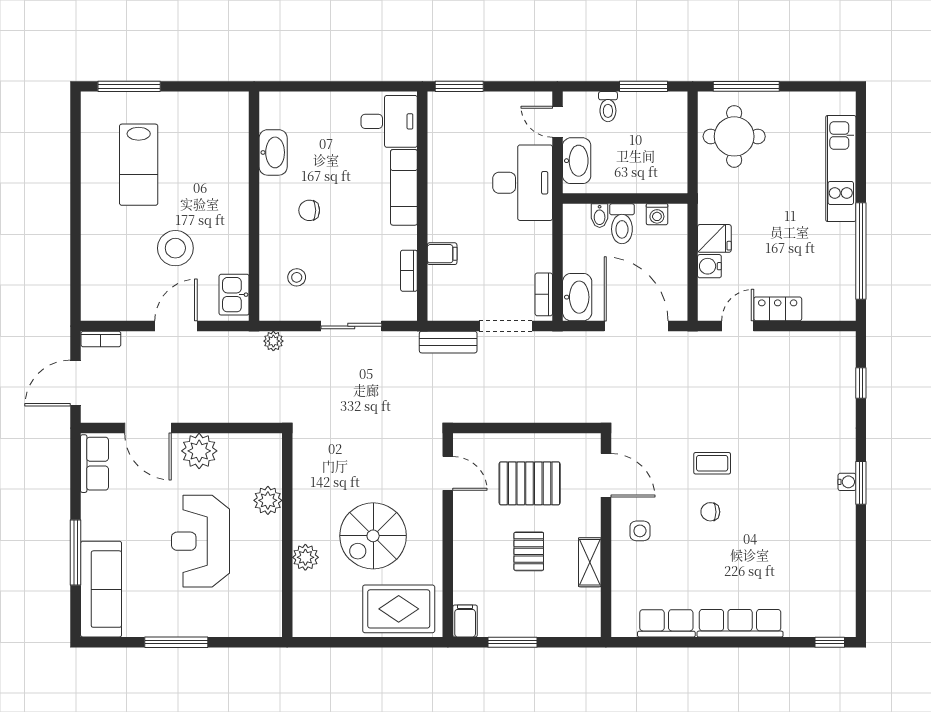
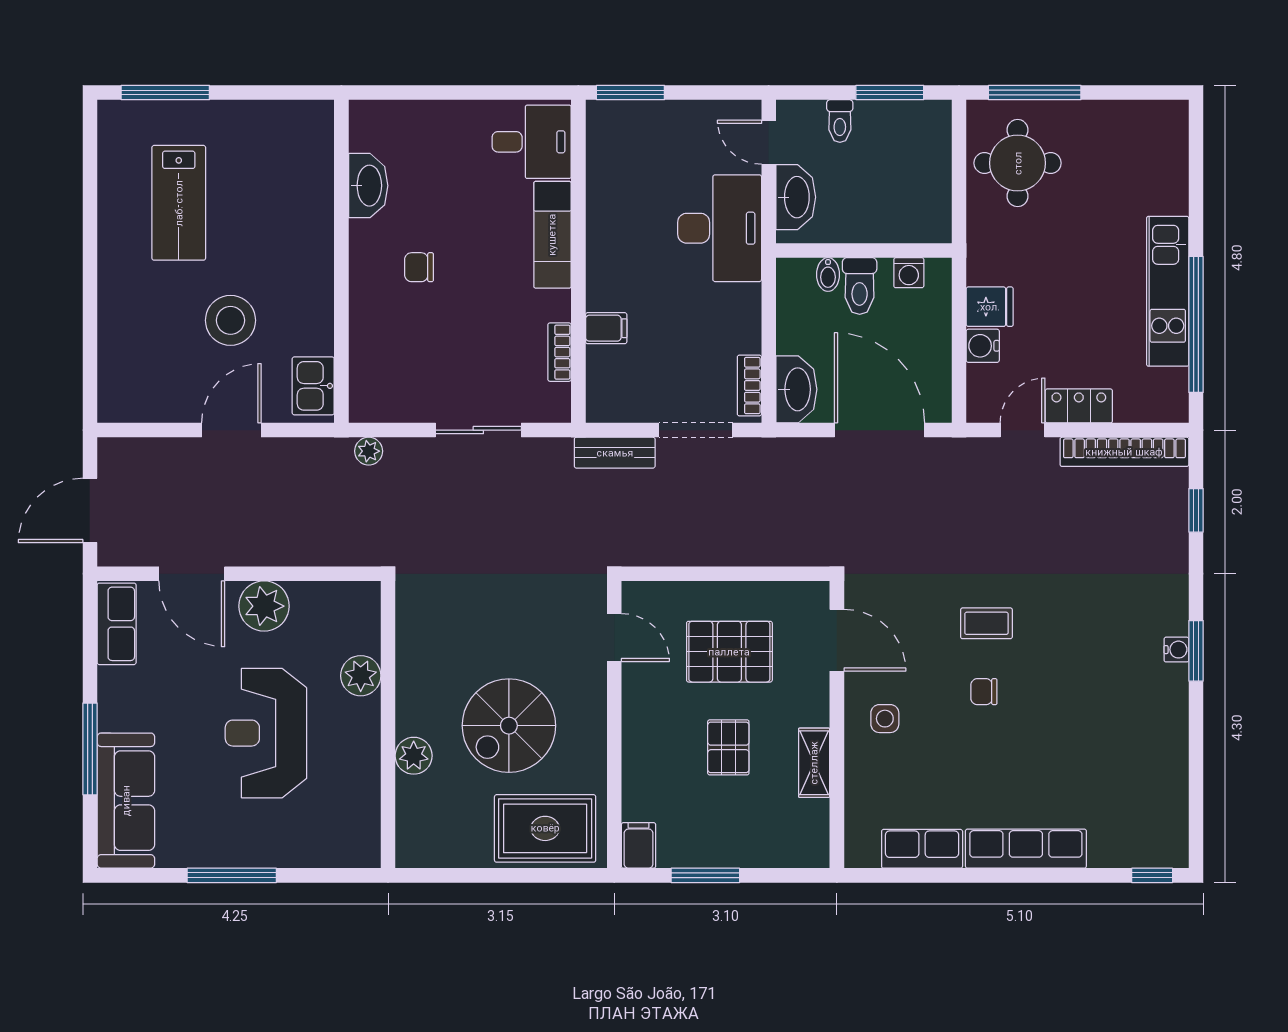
kitchen unit: (841, 168) -> (1168, 291), moved
stool: (297, 277) -> (401, 362), removed
bookcase: (101, 339) -> (1124, 452), moved, width x2.31, depth x1.31

